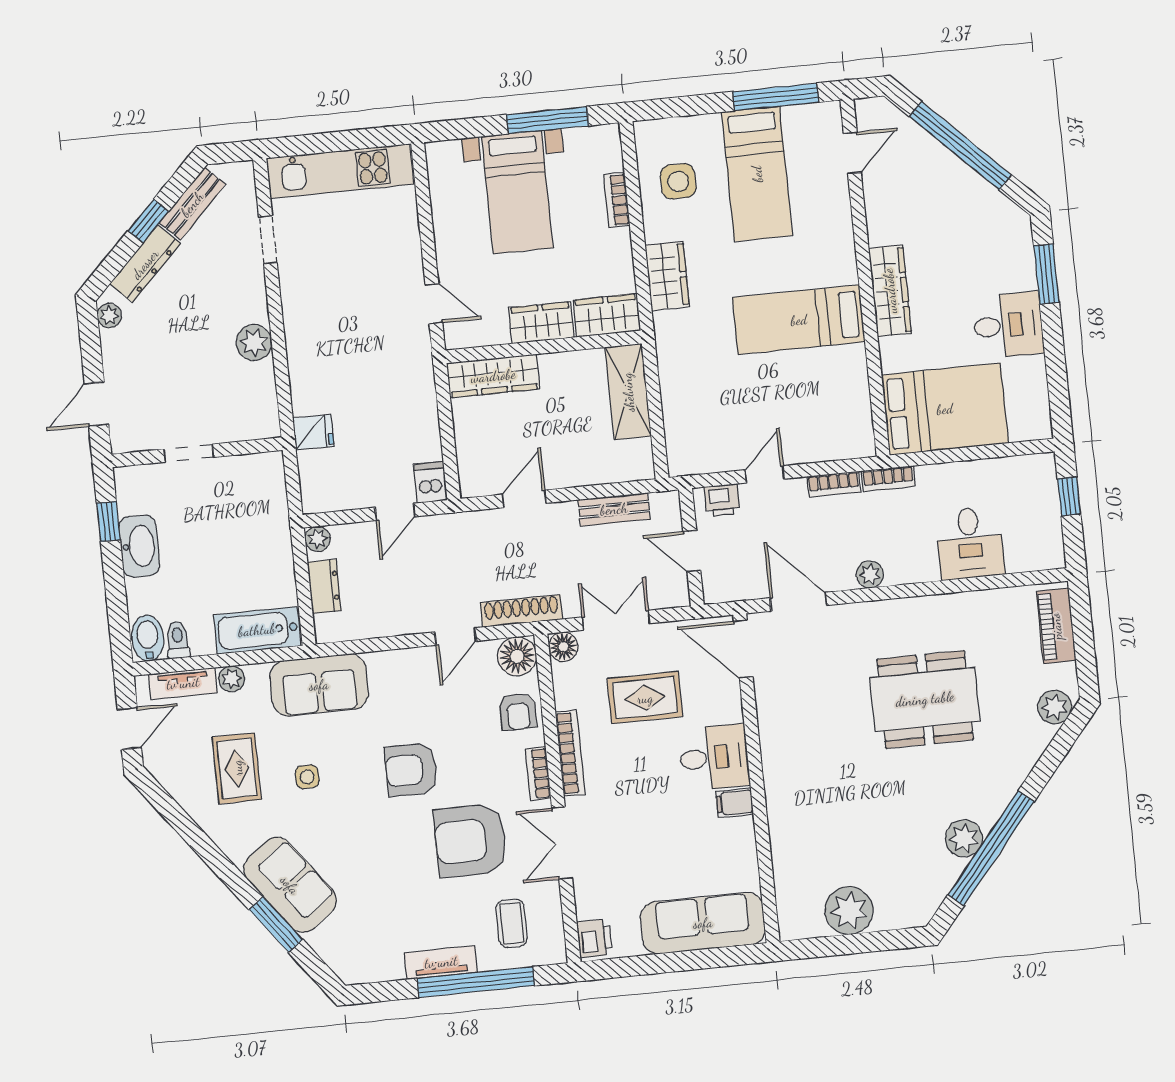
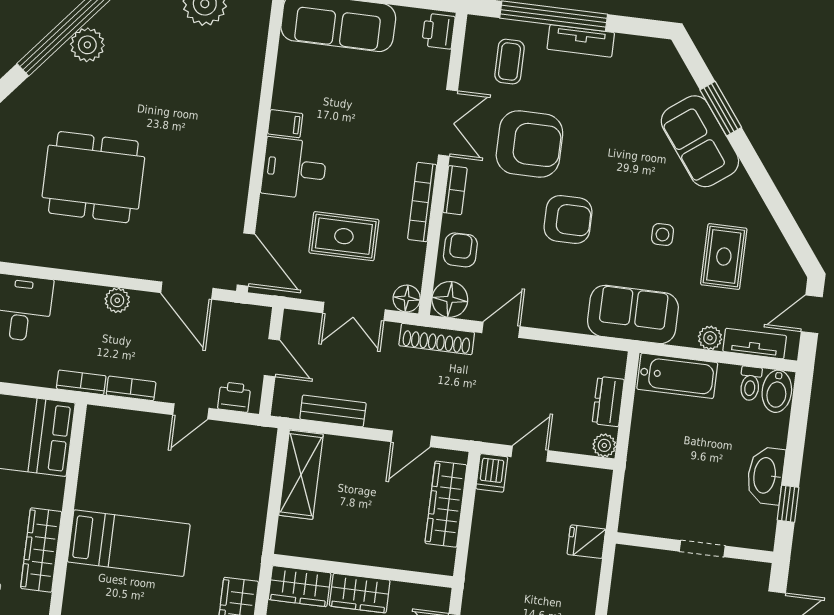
wardrobe: (493, 376) -> (446, 504), moved, turned -90
shelving: (628, 392) -> (301, 475), moved

